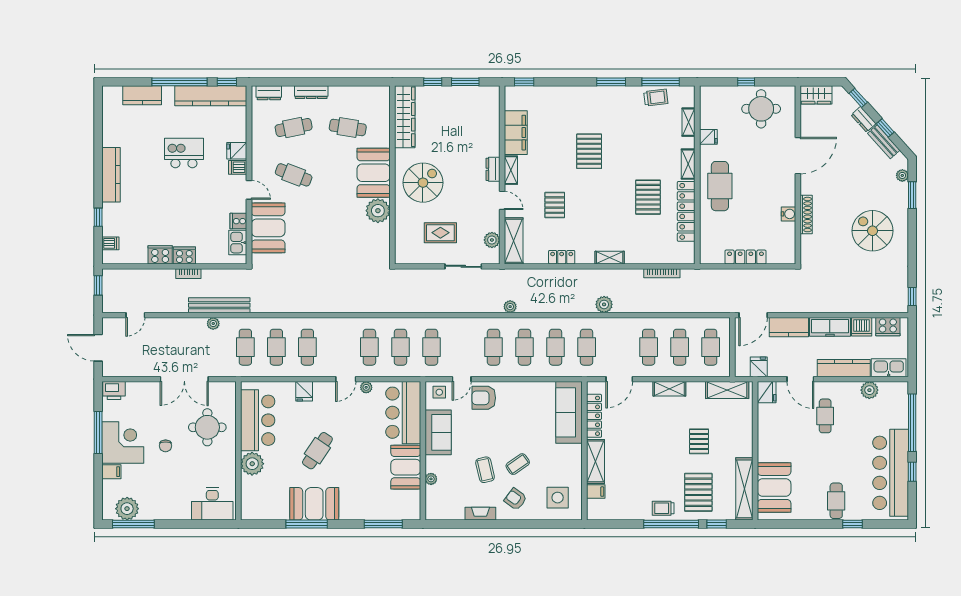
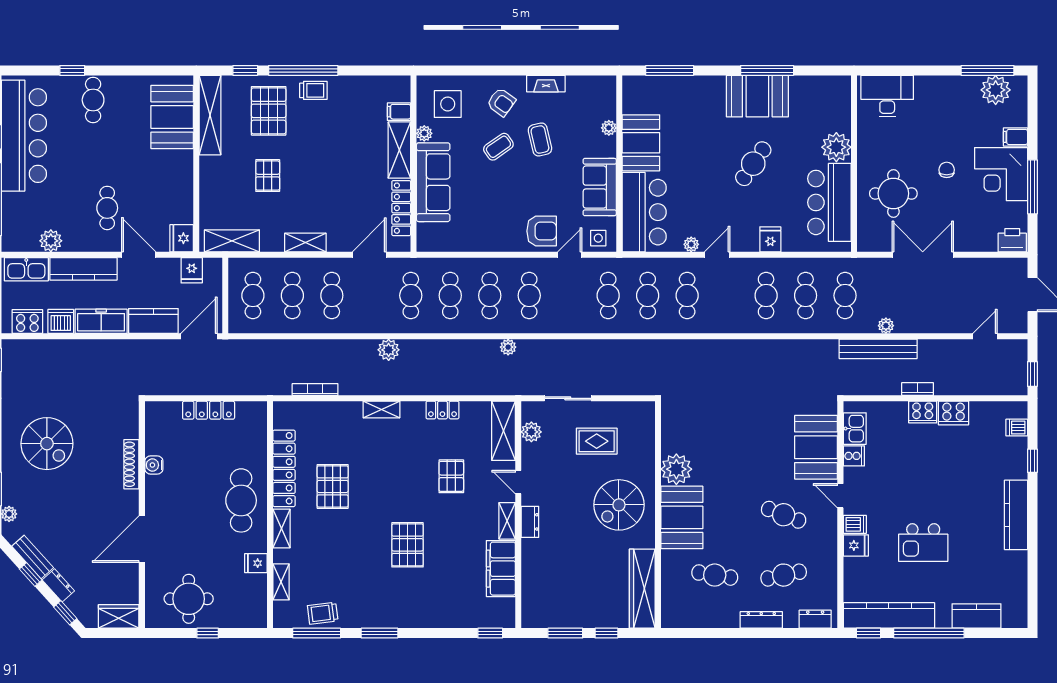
sofa: (569, 412) -> (433, 182), moved
plant: (576, 475) -> (424, 133), added

